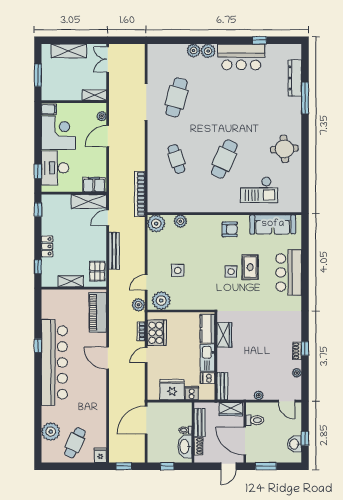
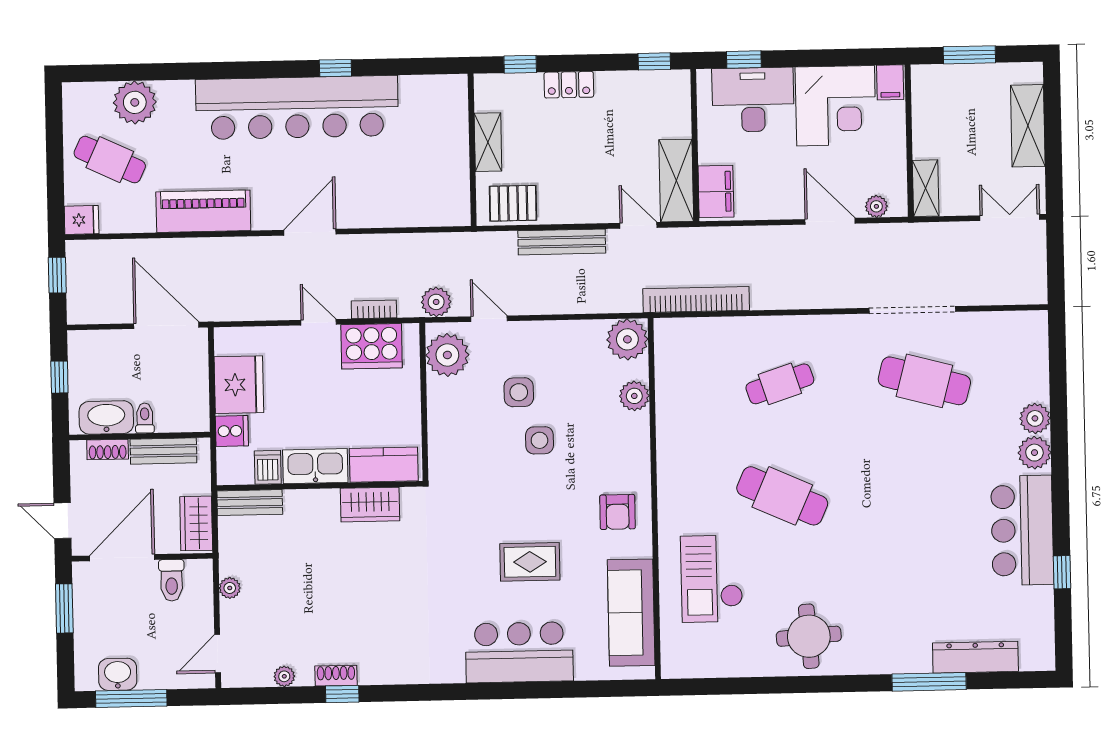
side table: (231, 272) -> (539, 440), moved
piano: (98, 312) -> (203, 211), moved
window: (305, 438) -> (131, 699), width x2.17

